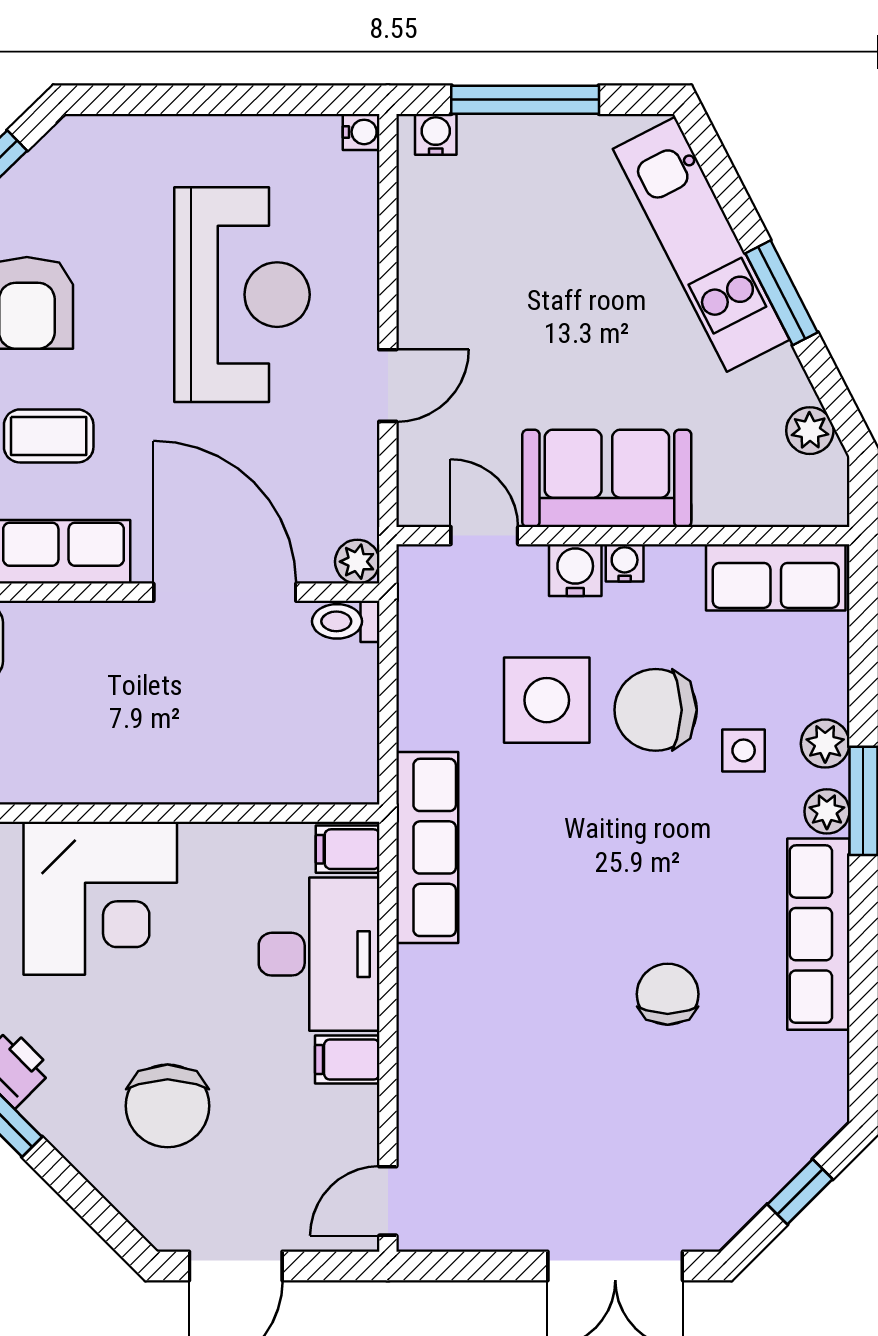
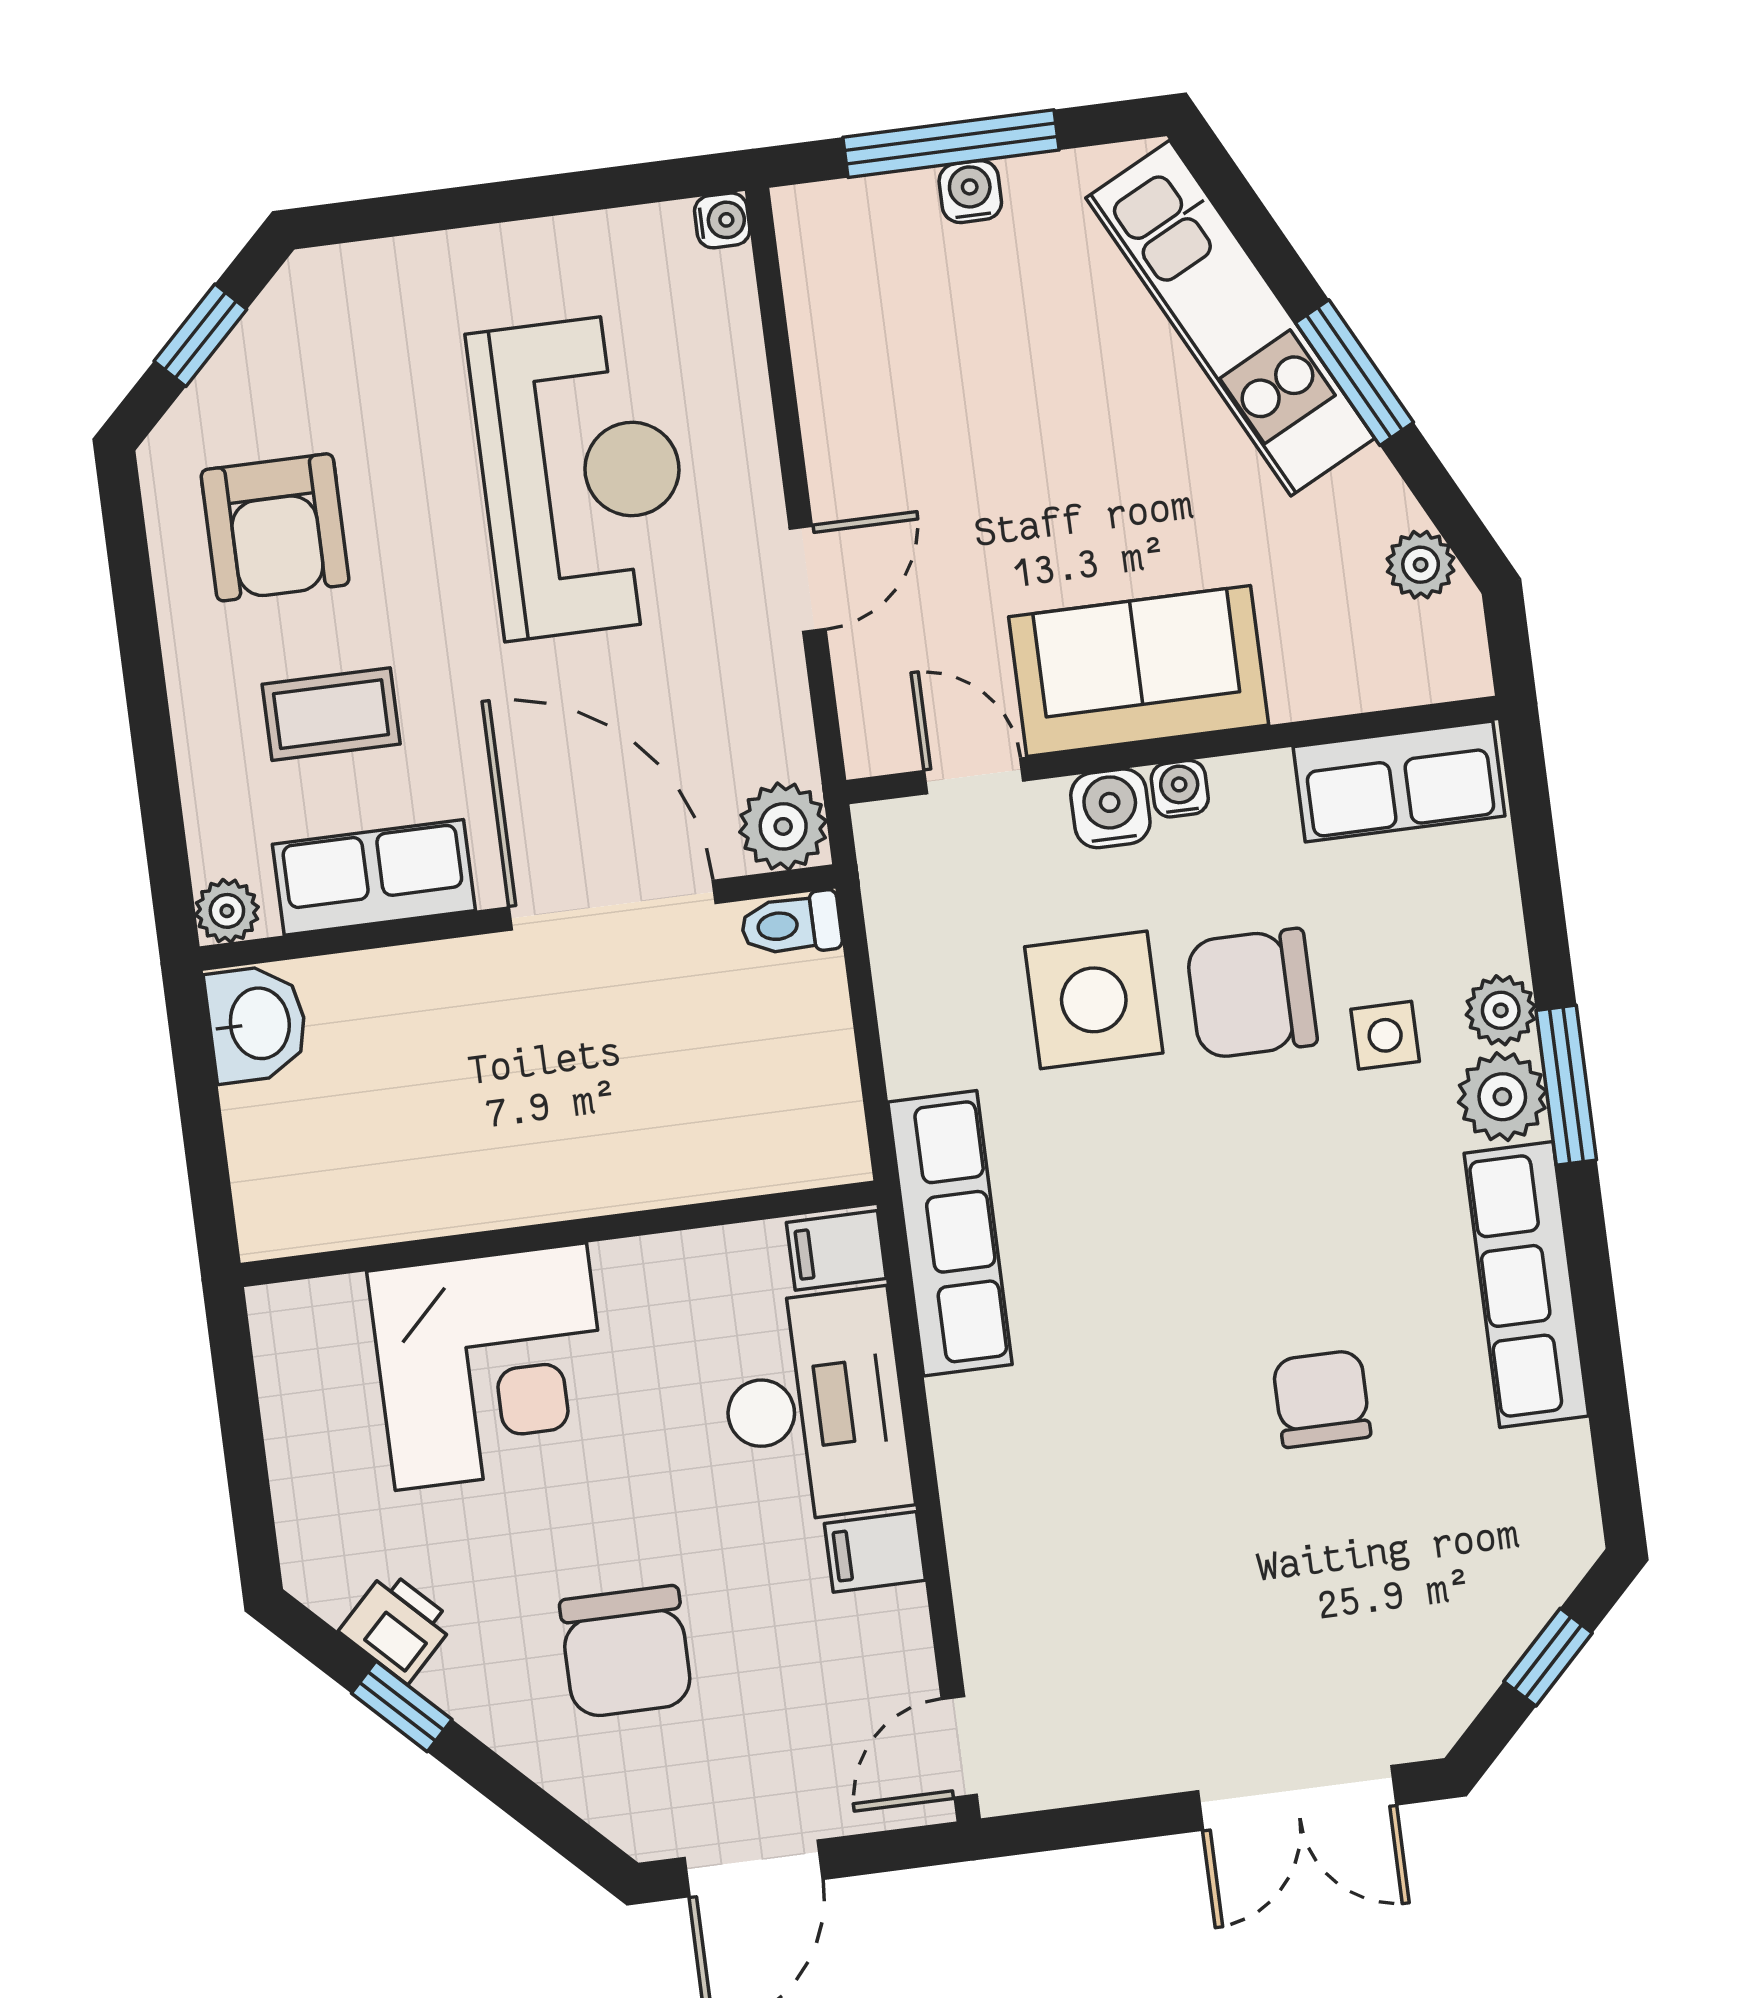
water cooler: (436, 134) -> (970, 192), moved
plant: (357, 562) -> (783, 826), width x1.38, depth x1.38
plant: (827, 811) -> (1502, 1097), width x1.38, depth x1.38

